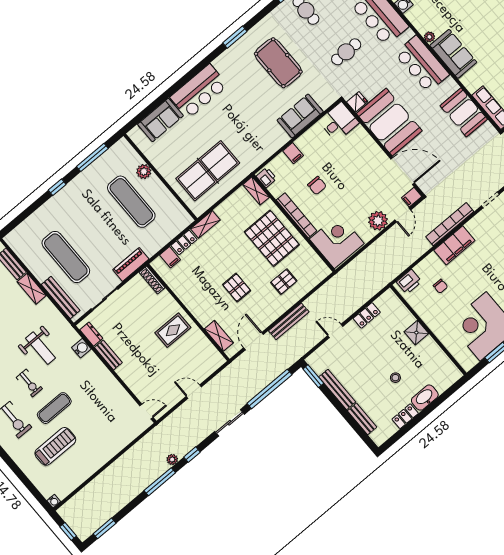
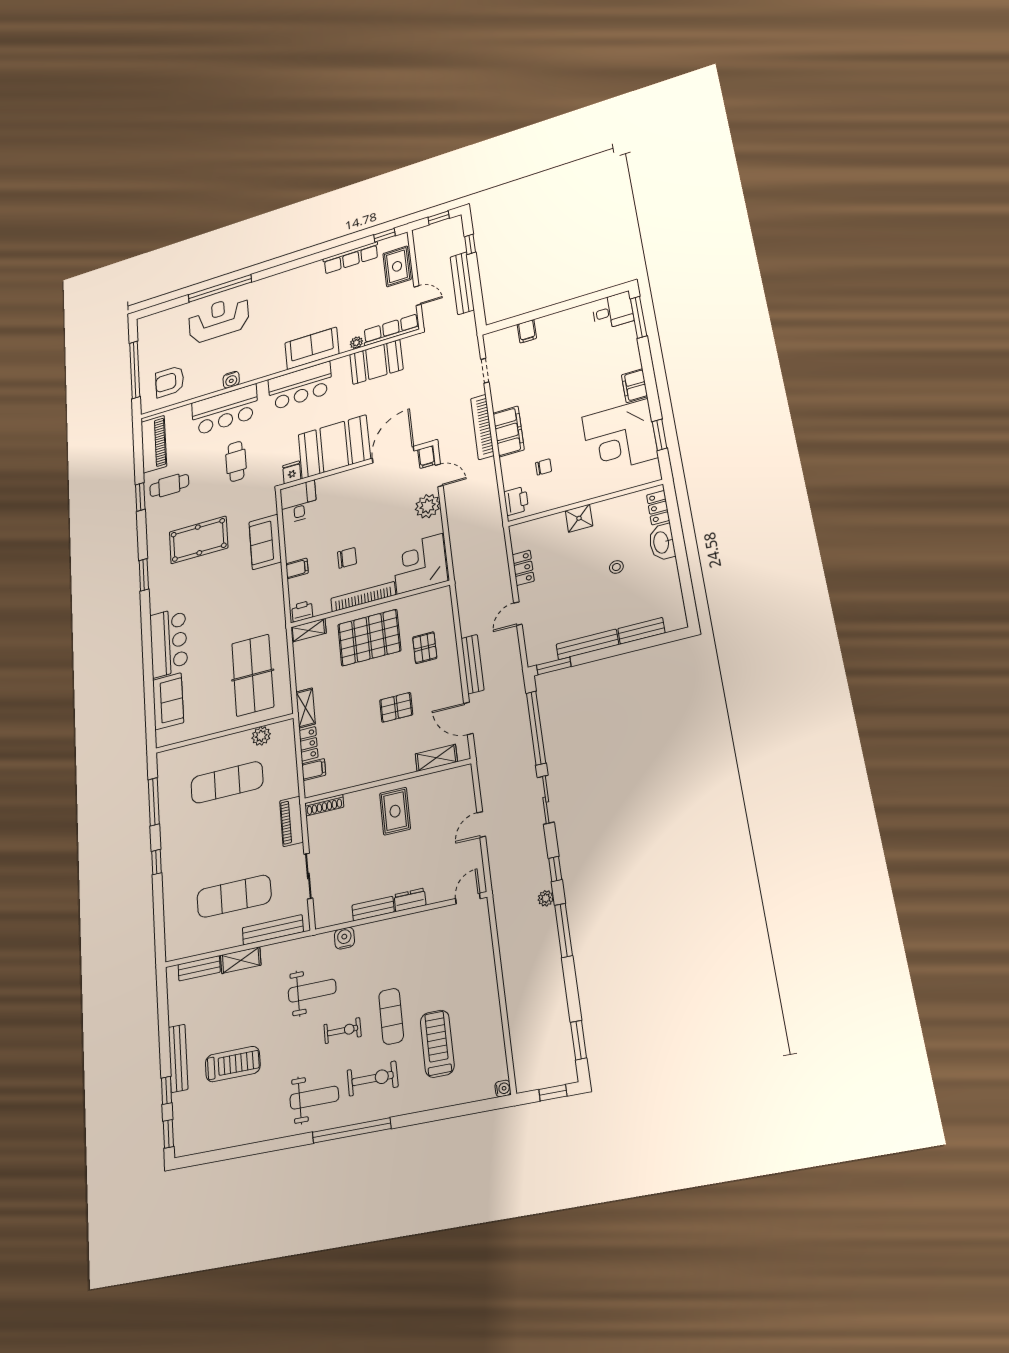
plant: (429, 37) -> (356, 343), moved
plant: (144, 172) -> (261, 736), moved
dresser: (91, 334) -> (410, 900), moved
locker: (405, 416) -> (658, 508), moved

